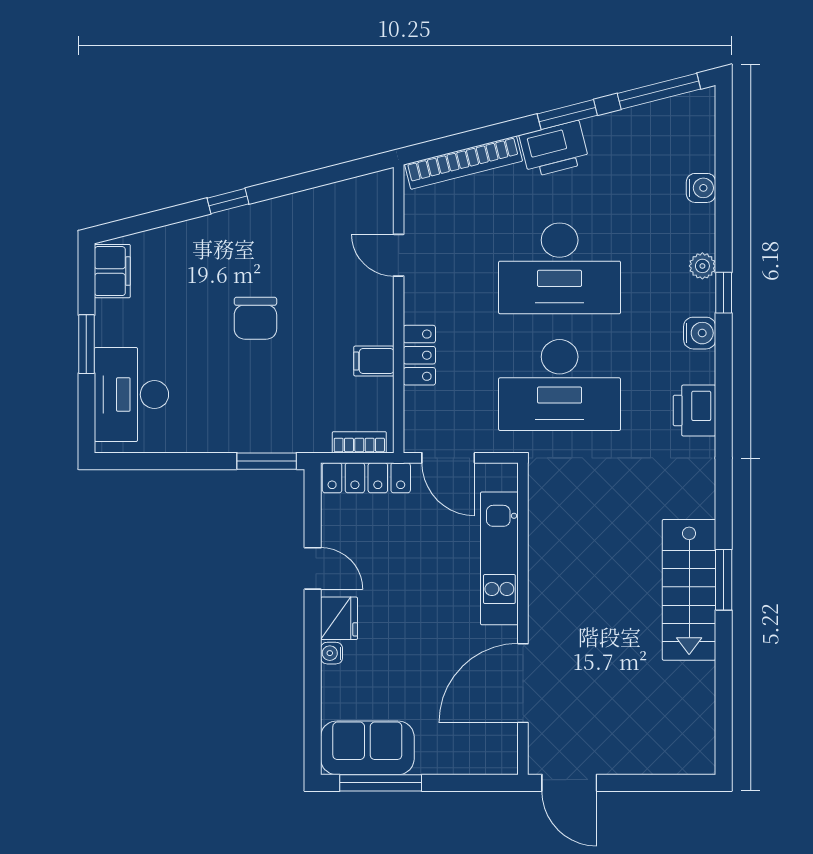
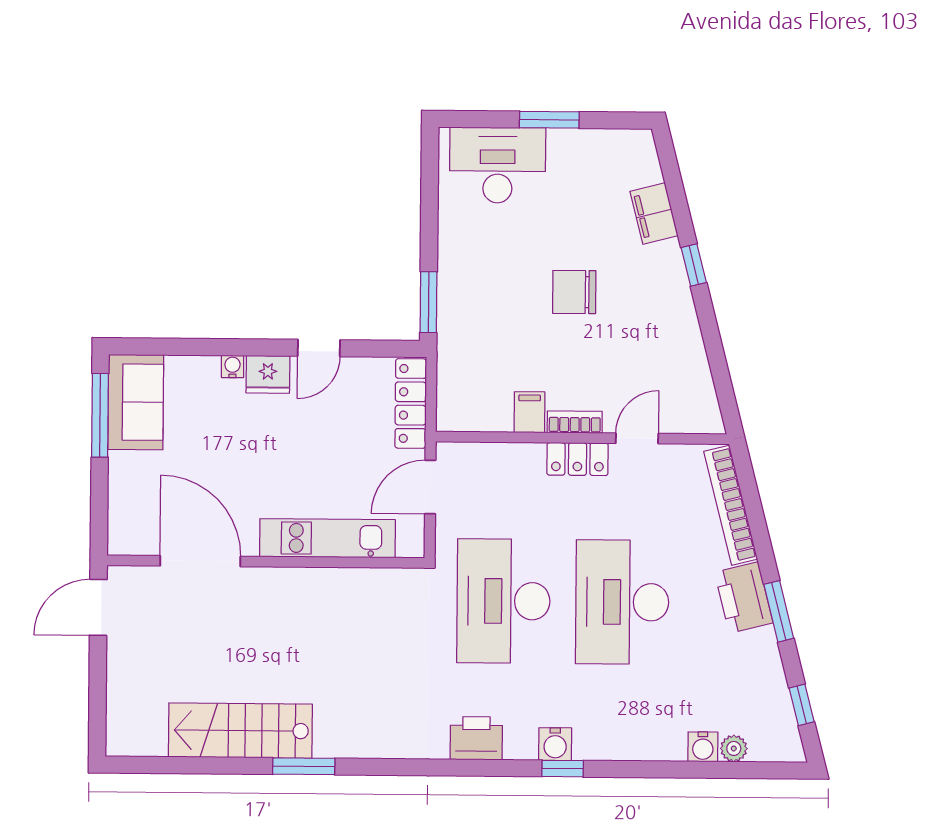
window: (659, 91) -> (802, 705), width x0.46
plant: (702, 266) -> (734, 748), moved
filing cabinet: (112, 271) -> (654, 213), moved, turned 76
window: (724, 293) -> (563, 769), moved
locker: (419, 355) -> (577, 459), moved
bookcase: (359, 442) -> (575, 422), moved, turned -90
stairs: (689, 590) -> (240, 731), moved

